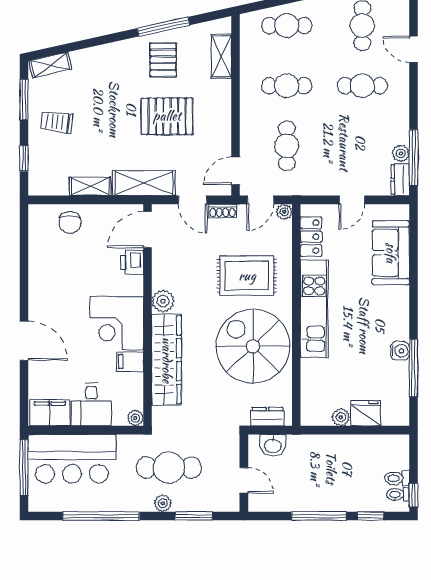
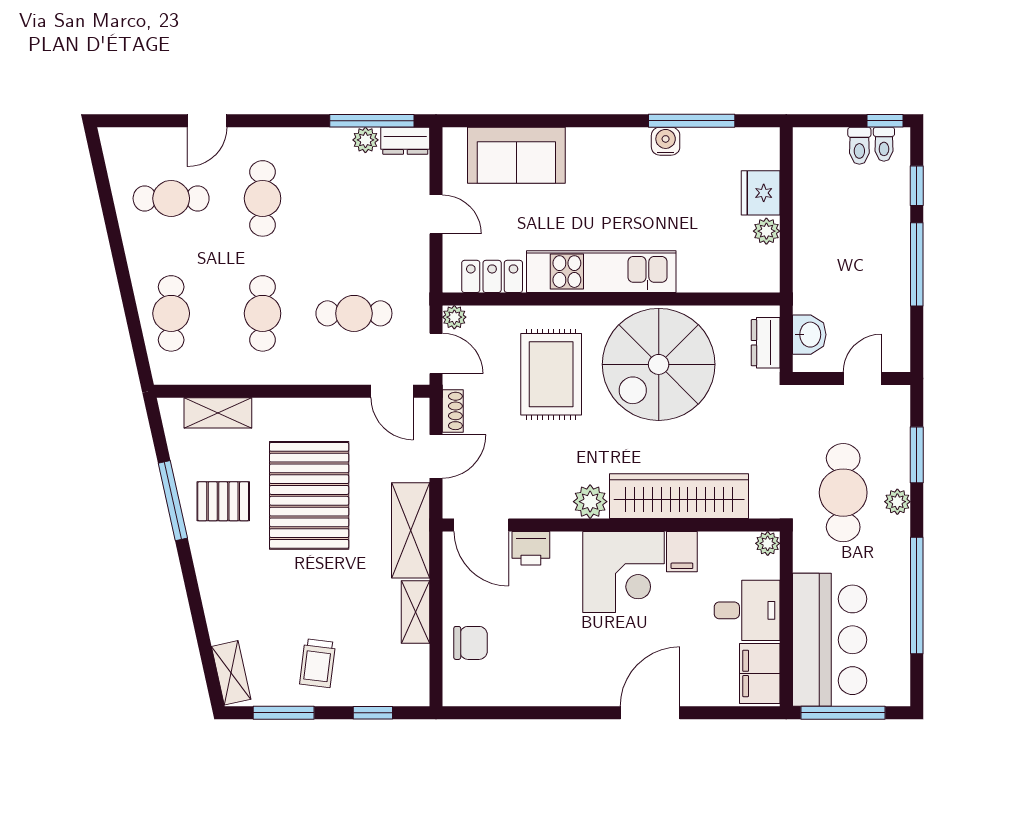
pallet: (167, 116) -> (309, 495), width x1.37, depth x1.41

